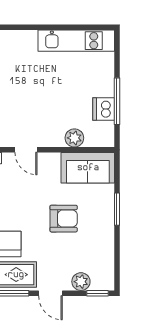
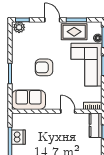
plant: (74, 138) -> (37, 119), removed
plant: (81, 282) -> (19, 27), moved

